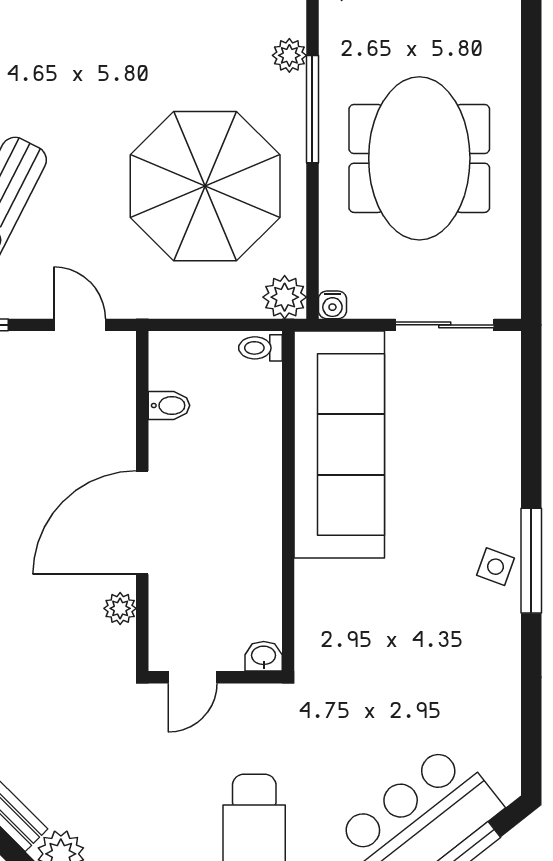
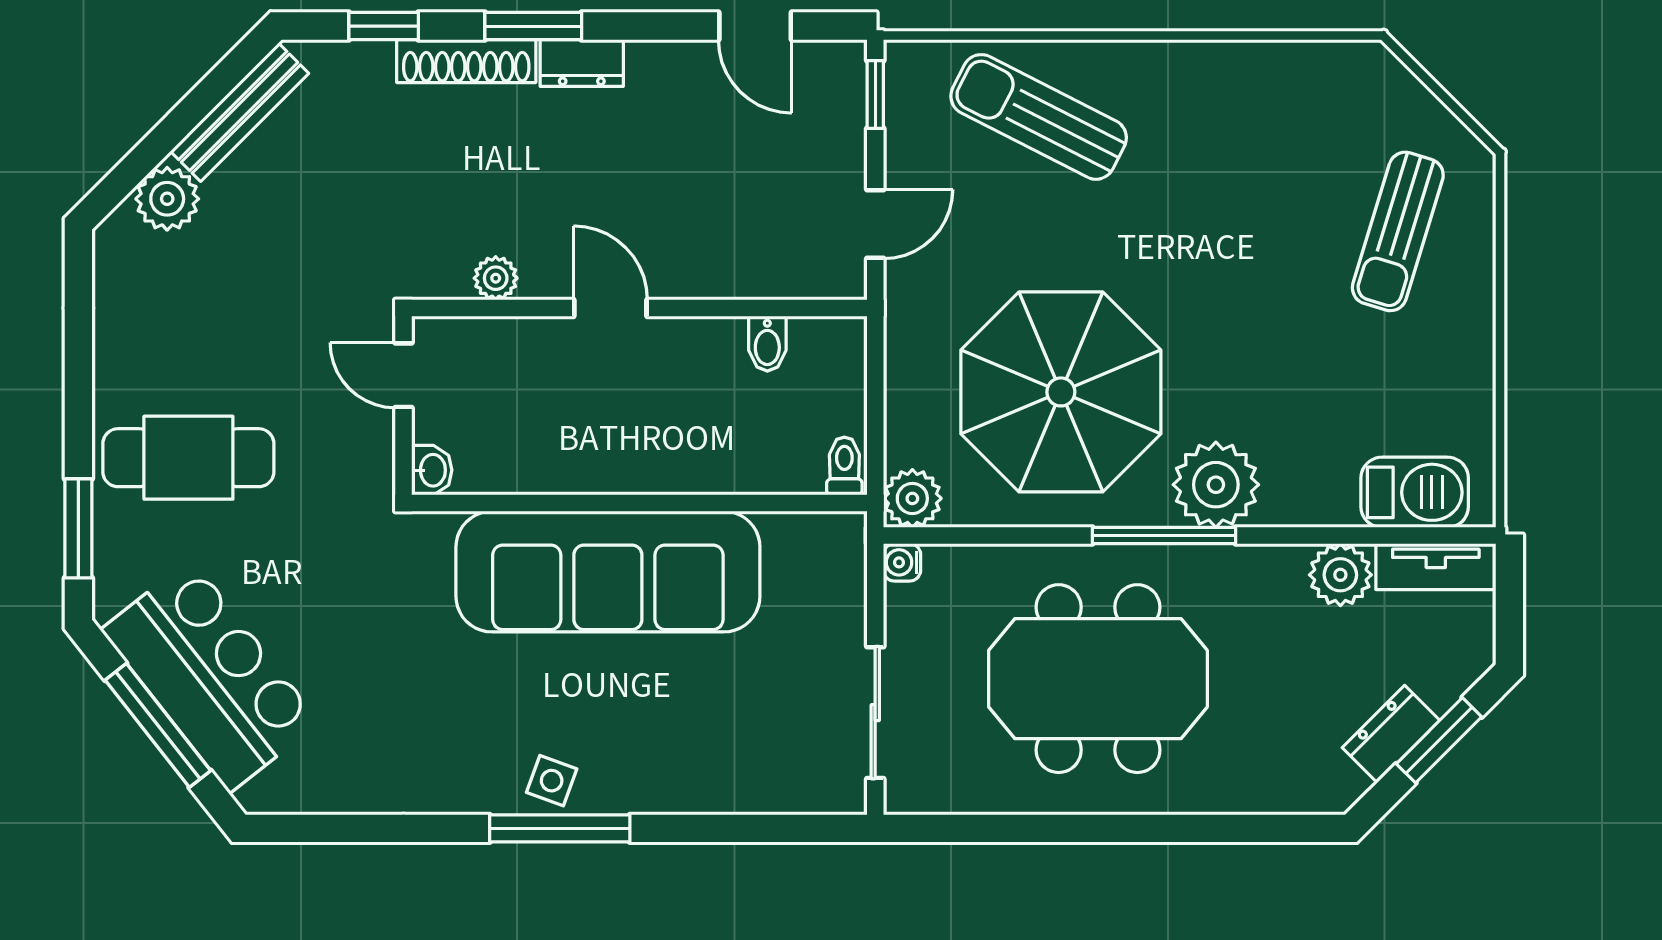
plant: (289, 55) -> (1216, 485), width x1.87, depth x1.87
sofa: (339, 445) -> (608, 572), moved
door: (142, 523) -> (610, 308), width x0.53

